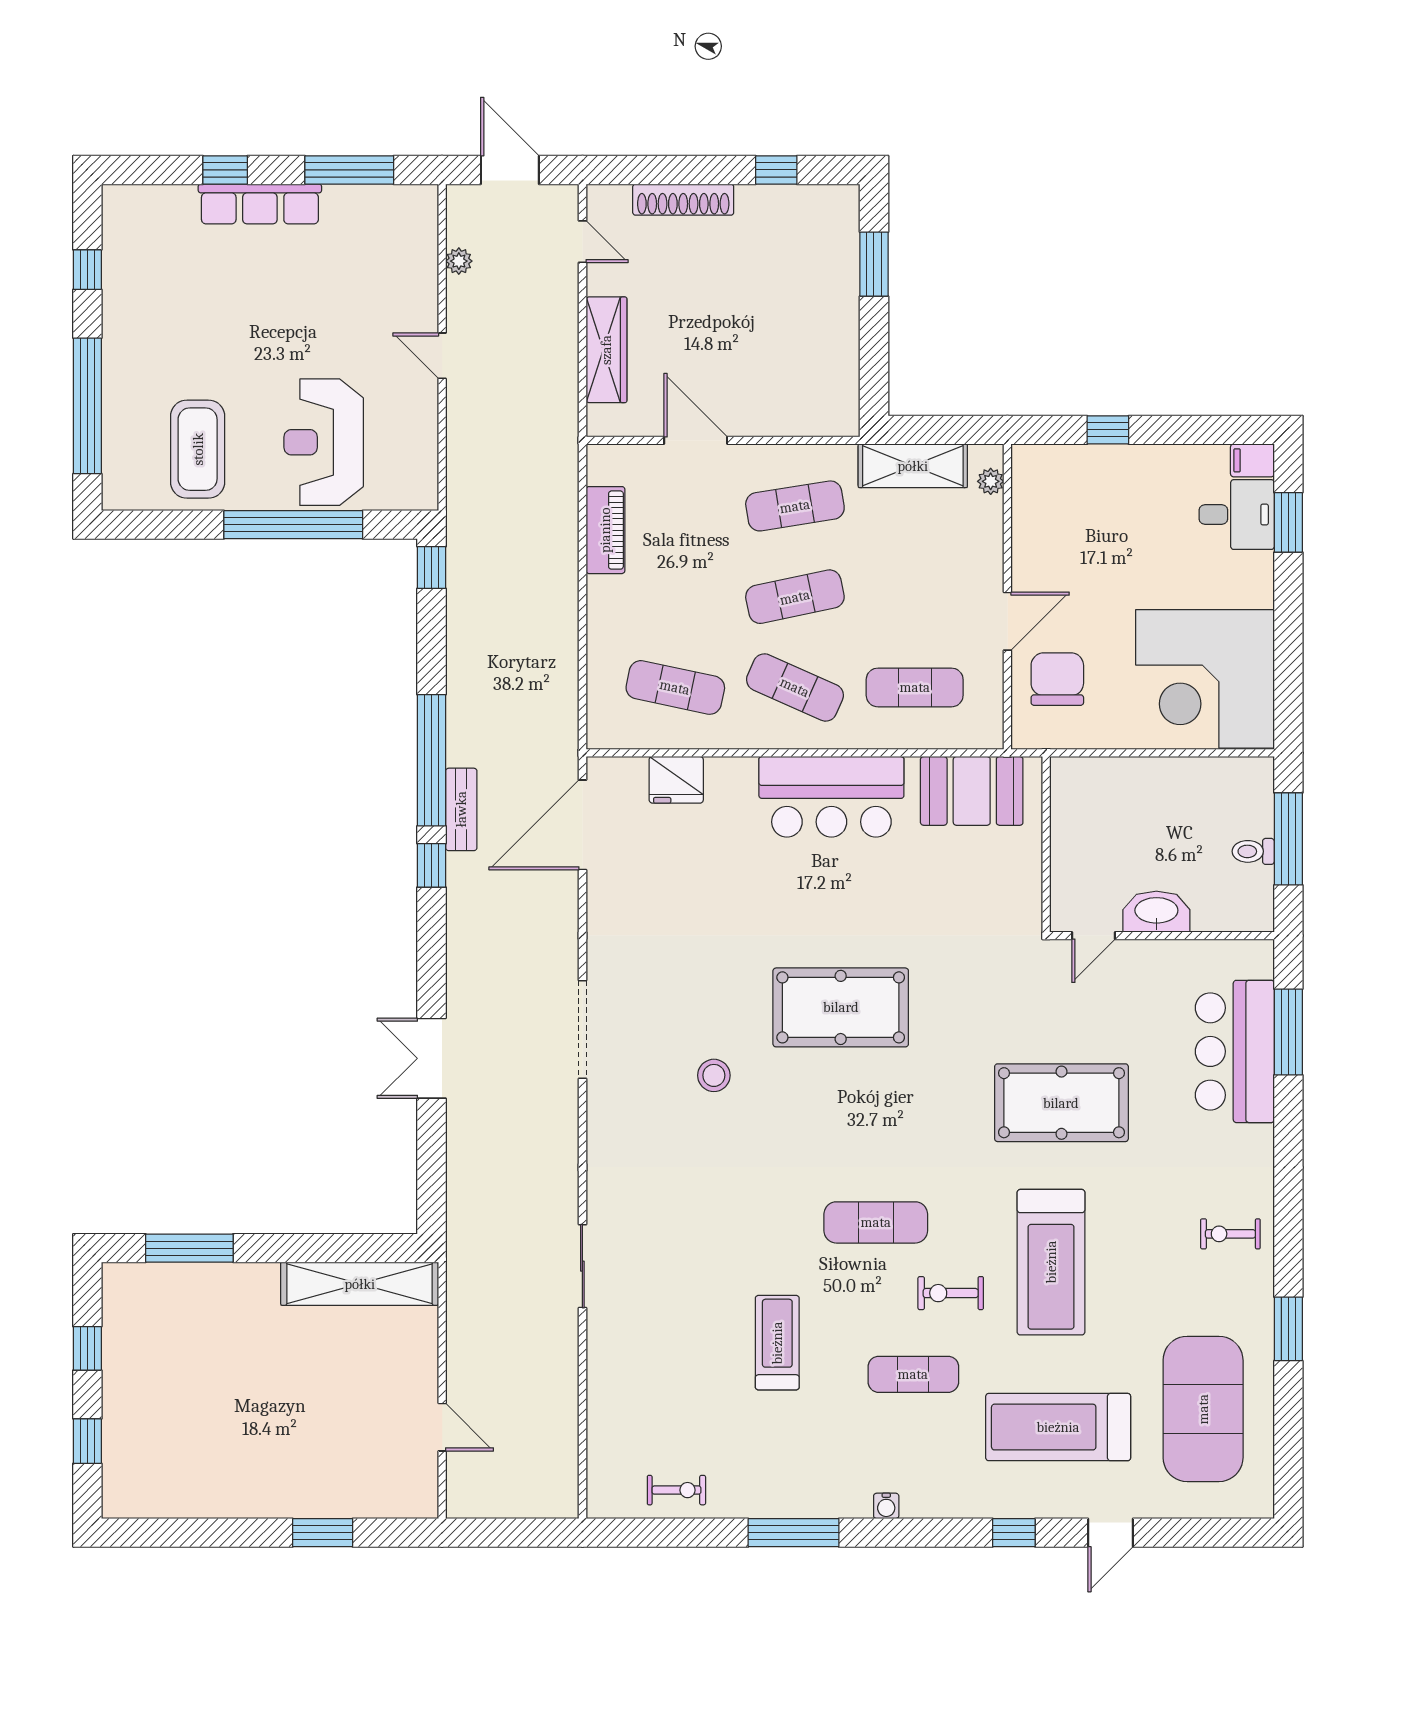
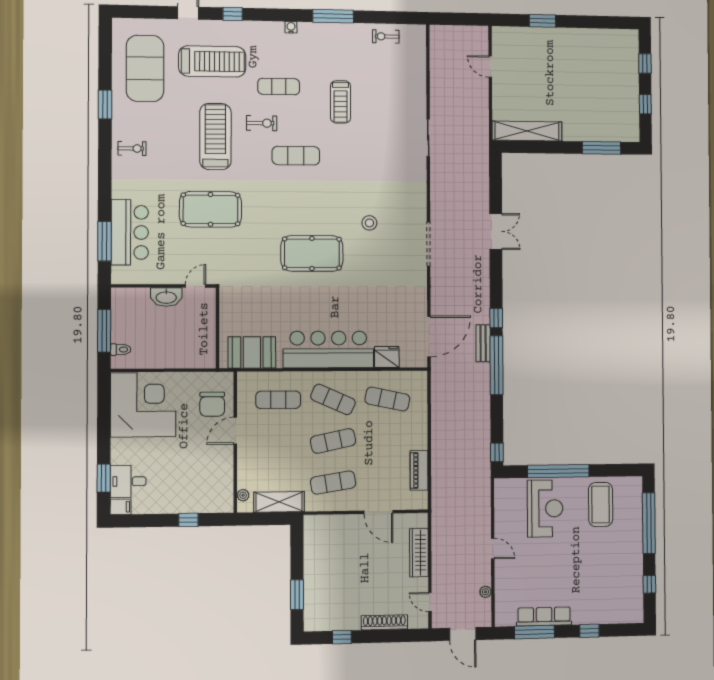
row of seats: (260, 204) -> (544, 616), moved
bar counter: (831, 797) -> (328, 349), width x1.36
toilet: (1253, 851) -> (121, 350), moved

